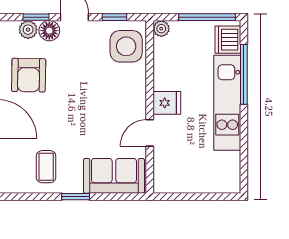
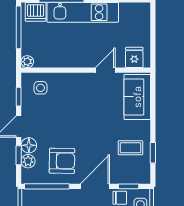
side table: (126, 46) -> (40, 88), width x0.54, depth x0.54
fridge: (167, 103) -> (134, 57), moved
door: (150, 133) -> (105, 70), swing flipped
window: (76, 197) -> (153, 153), moved

